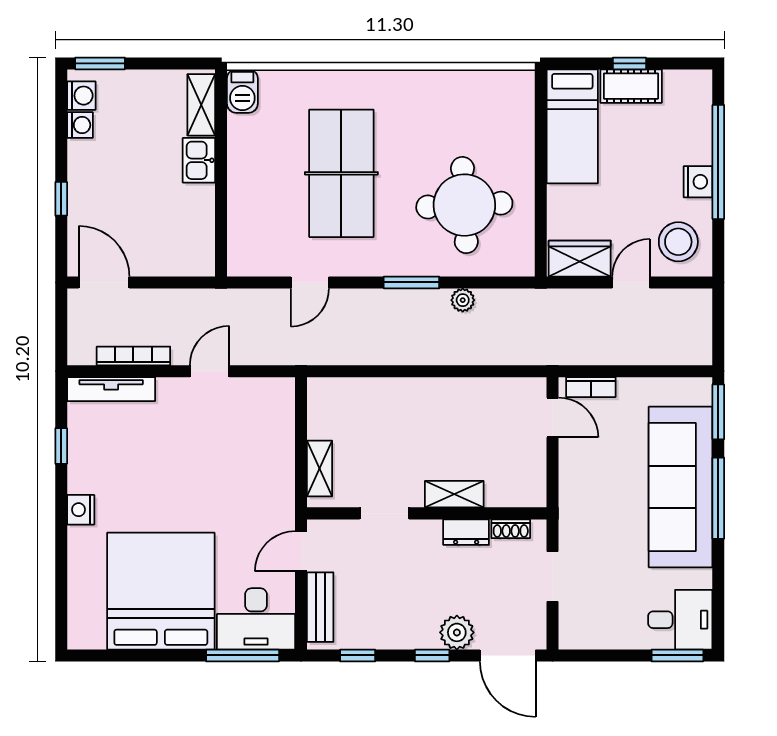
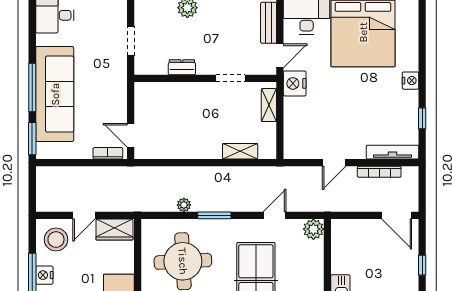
plant: (244, 259) -> (313, 229), added
shelving: (454, 494) -> (240, 151), moved
nightstand: (276, 505) -> (295, 83), added
shoe rack: (511, 529) -> (155, 69), removed

